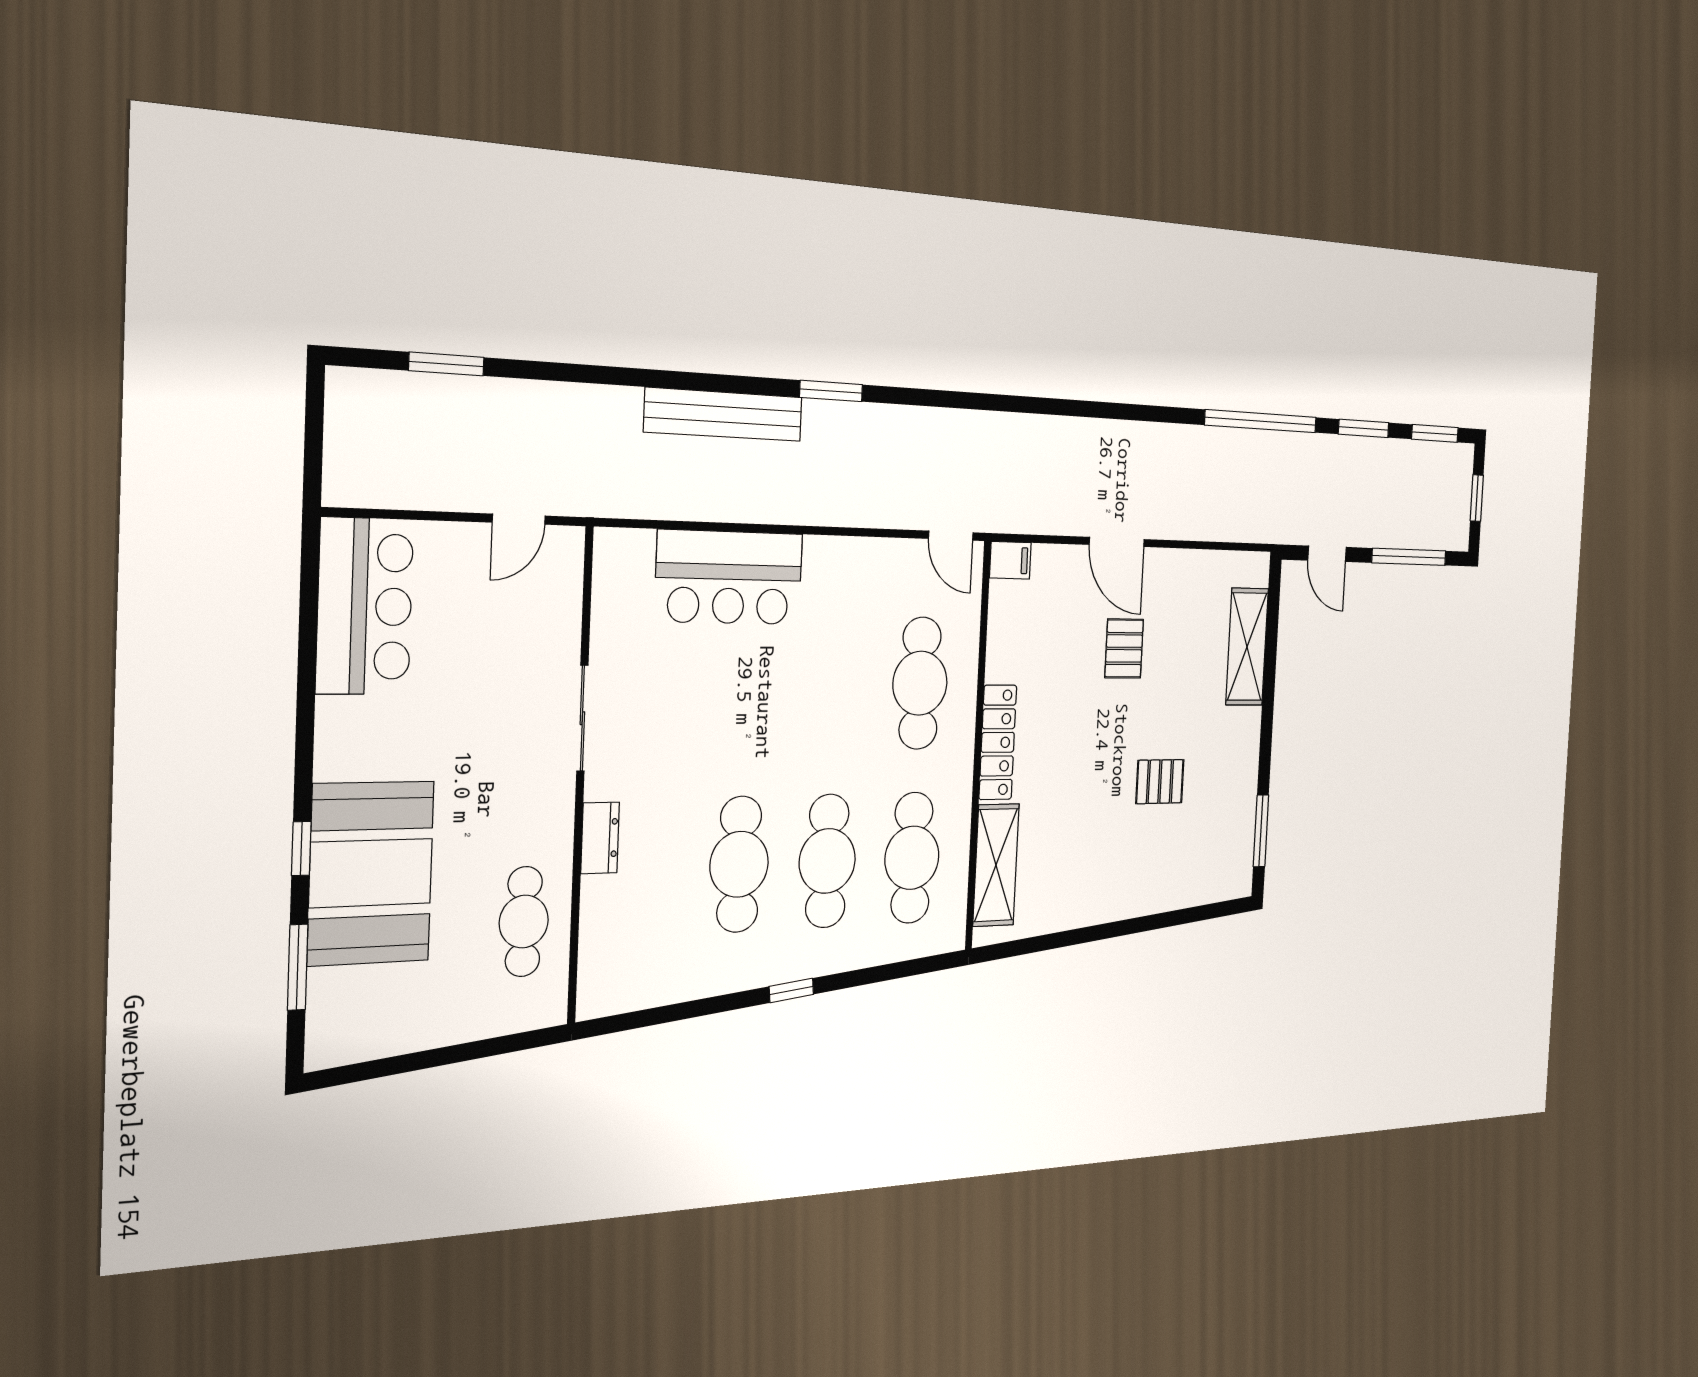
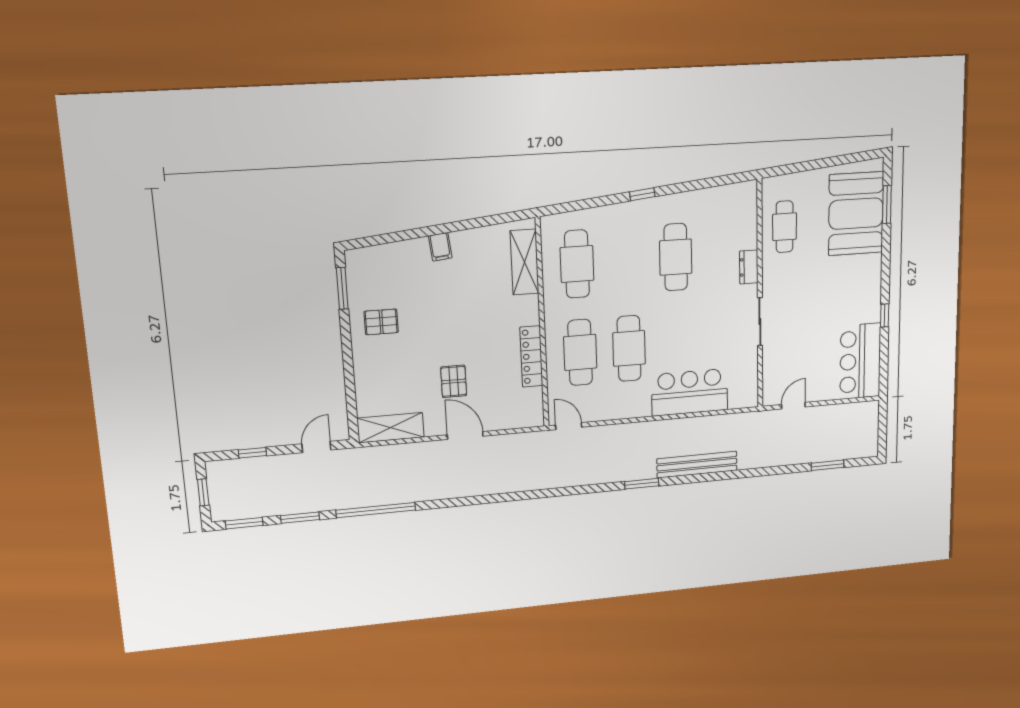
door: (1327, 554) -> (316, 447), hinge flipped
window: (1409, 557) -> (252, 453), width x0.46
filing cabinet: (1010, 560) -> (440, 247), moved, turned -96
shelving: (1247, 647) -> (391, 428), moved, turned 90
locker: (998, 742) -> (531, 356), moved
pallet: (1160, 782) -> (381, 322), moved
window: (301, 849) -> (885, 315), moved
cafe table: (827, 861) -> (629, 348), moved
booth: (371, 873) -> (856, 214), moved

